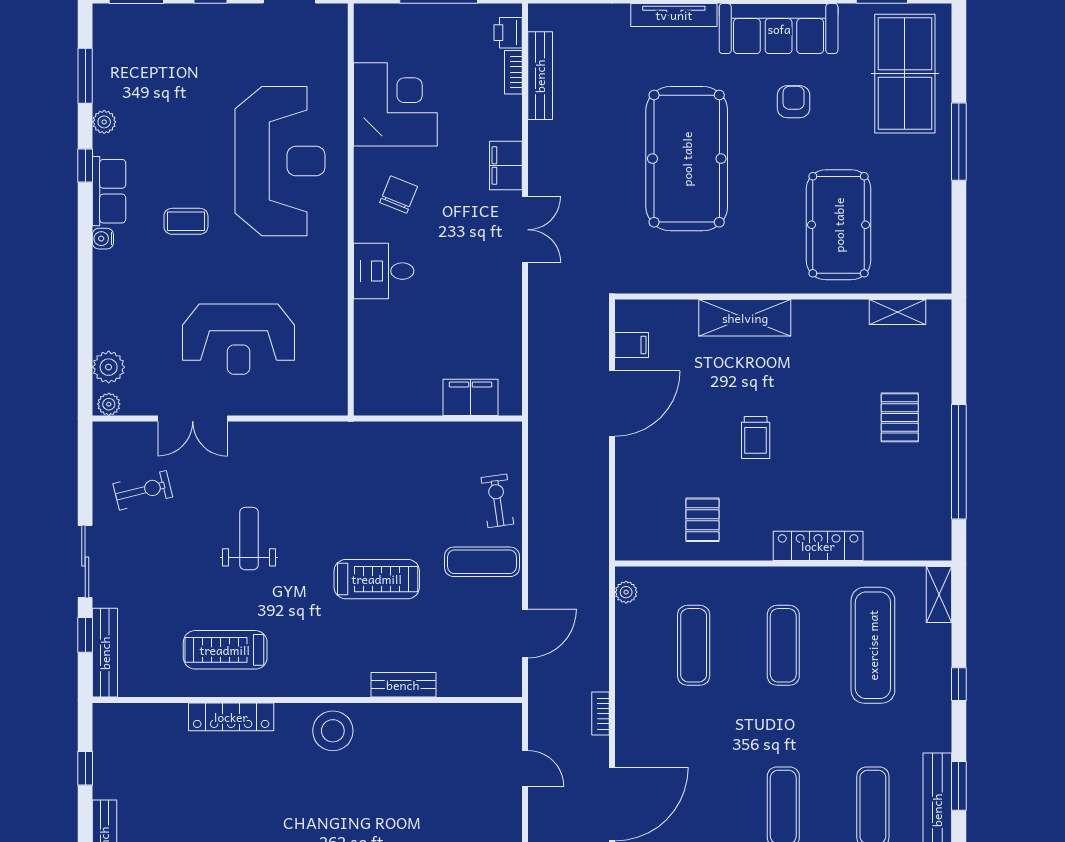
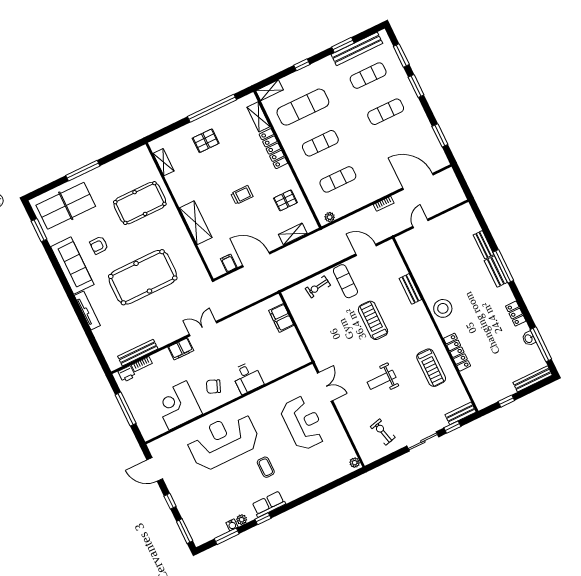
water cooler: (103, 239) -> (232, 525), moved
plant: (109, 367) -> (340, 470), removed
double door: (193, 418) -> (325, 387), moved
shelving: (628, 502) -> (293, 234), added
shelving: (896, 547) -> (259, 117), added
bench: (105, 653) -> (460, 413), width x0.73

